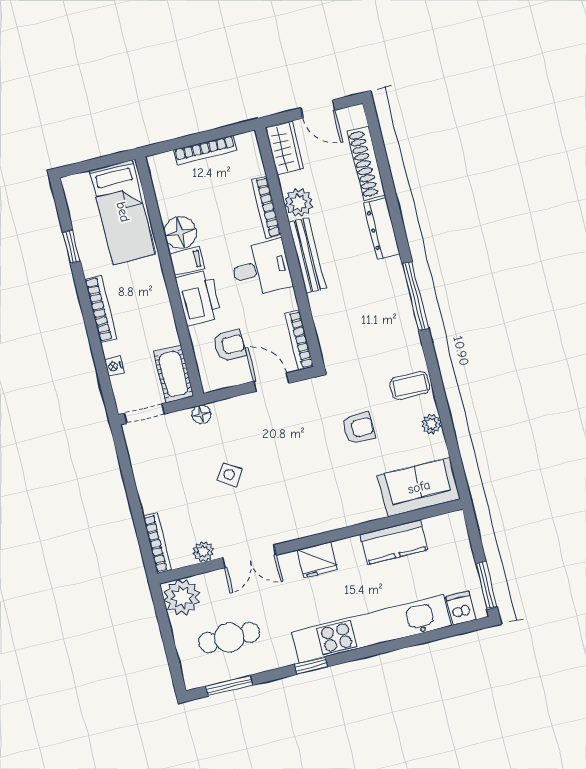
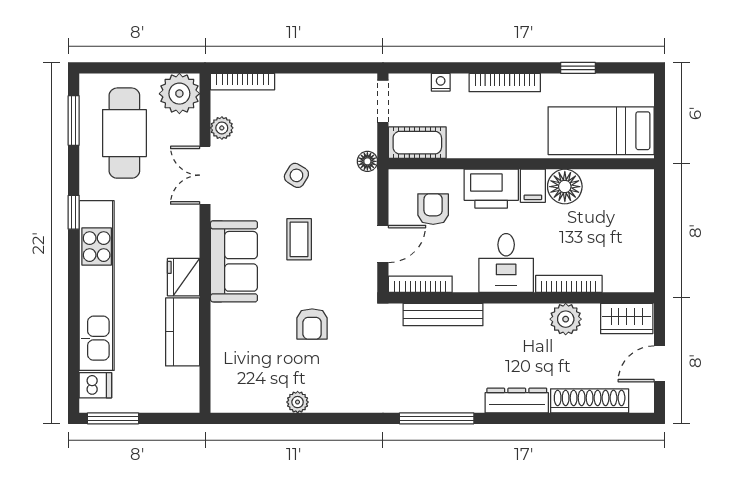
bookcase: (205, 150) -> (645, 234), removed
bench: (307, 255) -> (443, 315), moved
armchair: (229, 345) -> (433, 209), turned 180
coffee table: (410, 386) -> (299, 239), moved
sofa: (419, 487) -> (234, 261), moved
fridge: (317, 560) -> (183, 277), moved
cafe table: (229, 638) -> (124, 133), width x1.37, depth x1.35

